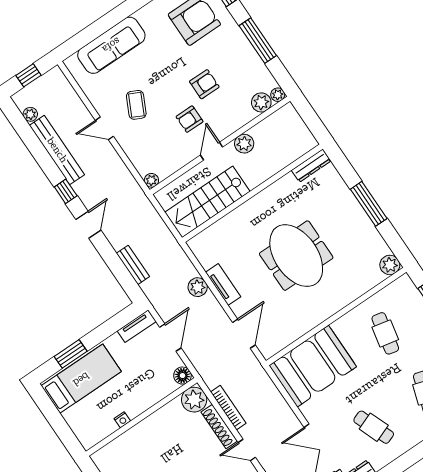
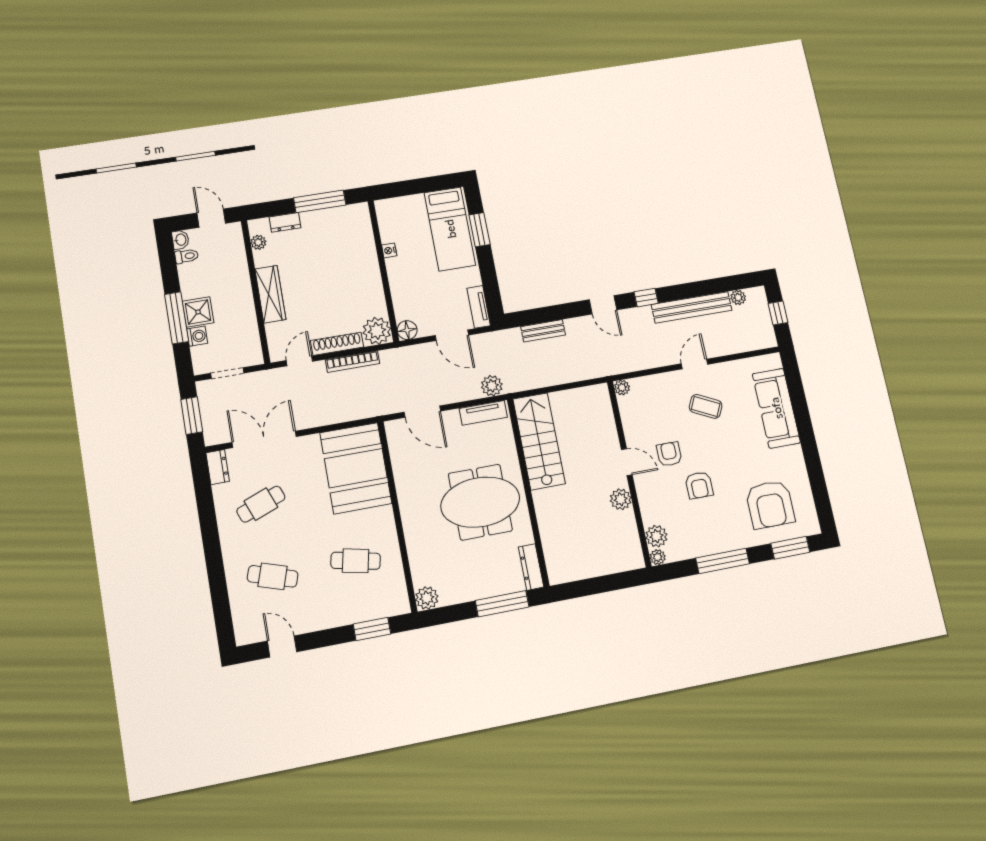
dresser: (311, 166) -> (531, 567), moved
wall: (252, 193) -> (528, 492), moved
stairs: (207, 202) -> (539, 441), moved

